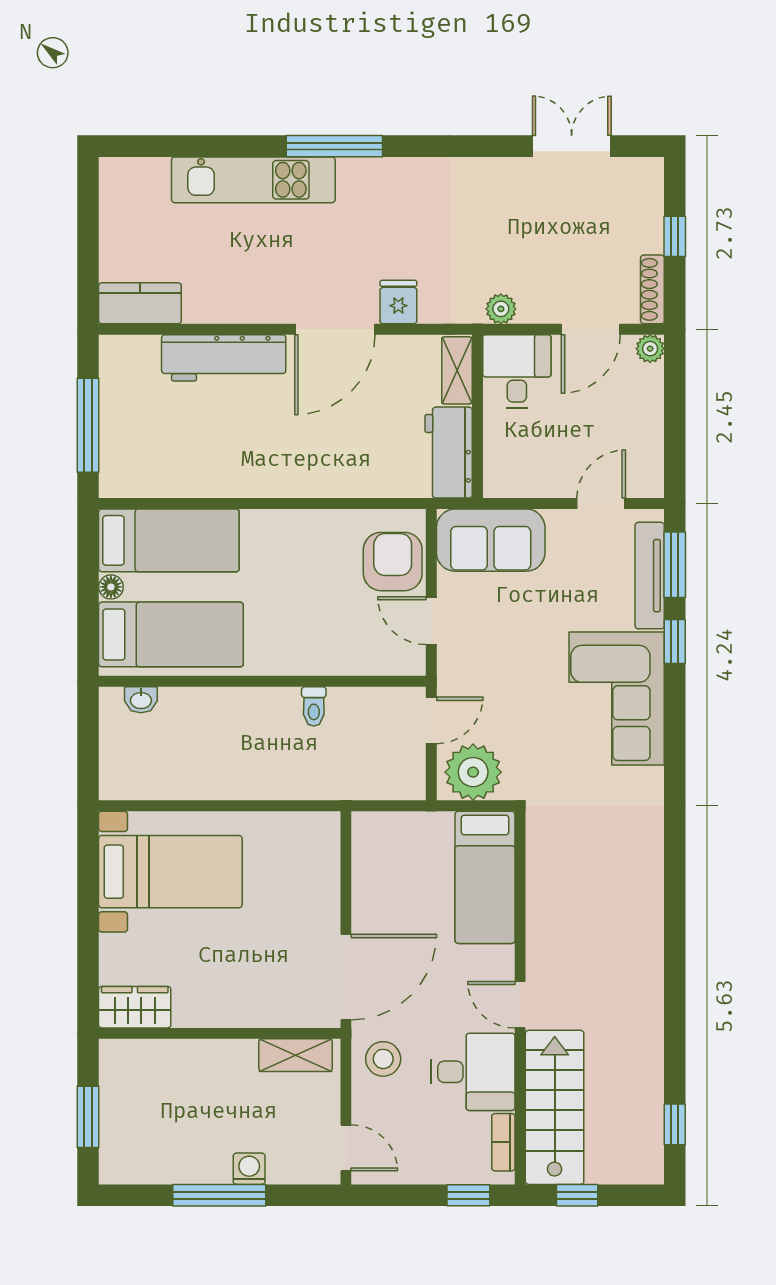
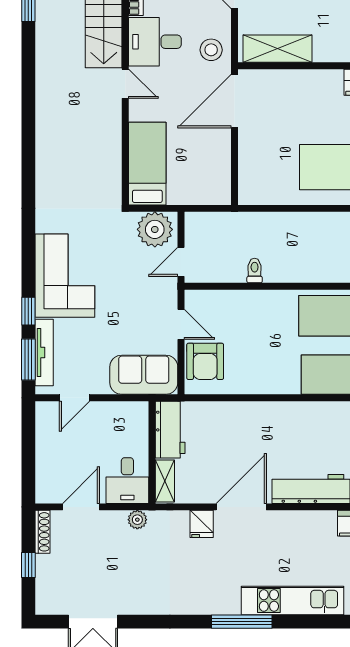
plant: (650, 349) -> (44, 495), removed
shelving: (296, 1055) -> (277, 49), width x1.50, depth x1.33

